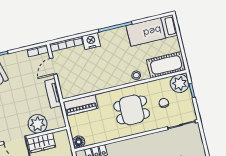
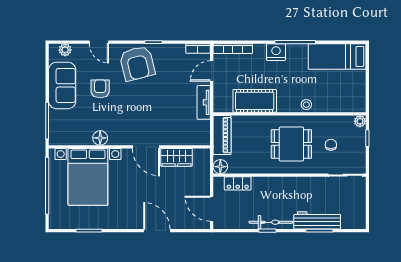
nightstand: (91, 41) -> (276, 52), moved
cot: (166, 65) -> (255, 101), moved
plant: (180, 83) -> (360, 121), width x0.53, depth x0.53
piano: (81, 105) -> (222, 135), moved, turned -90
plant: (38, 124) -> (177, 134), removed

